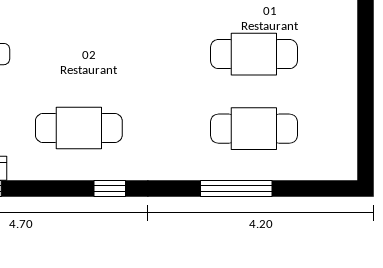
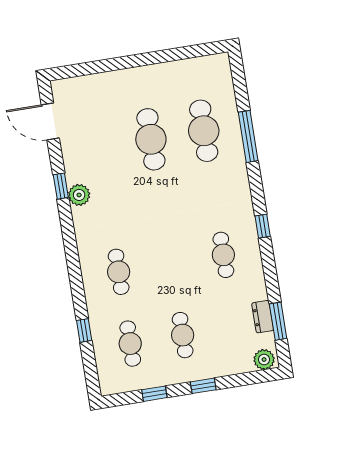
cafe table: (79, 128) -> (223, 255), width x0.73, depth x0.74

